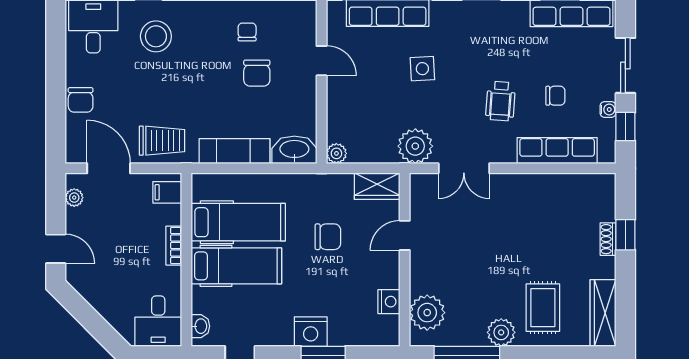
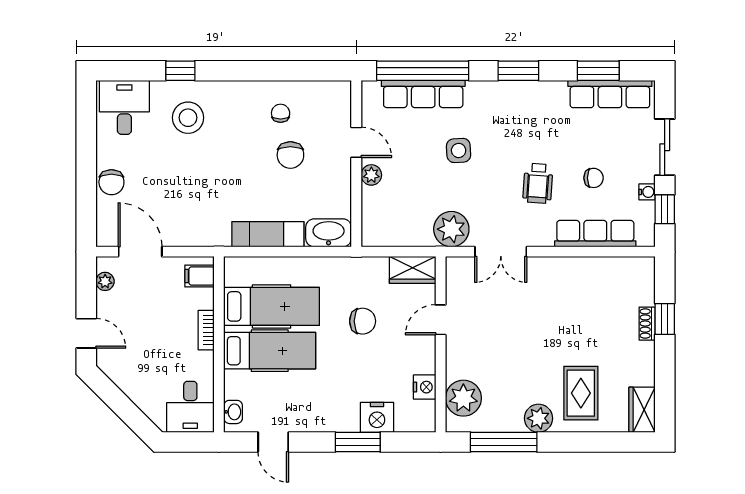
trolley: (162, 141) -> (194, 224), removed
plant: (336, 153) -> (371, 175), moved
wardrobe: (603, 313) -> (642, 410), width x0.67
nightstand: (311, 332) -> (377, 417), moved

